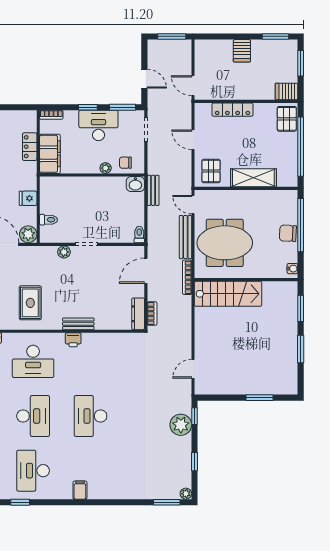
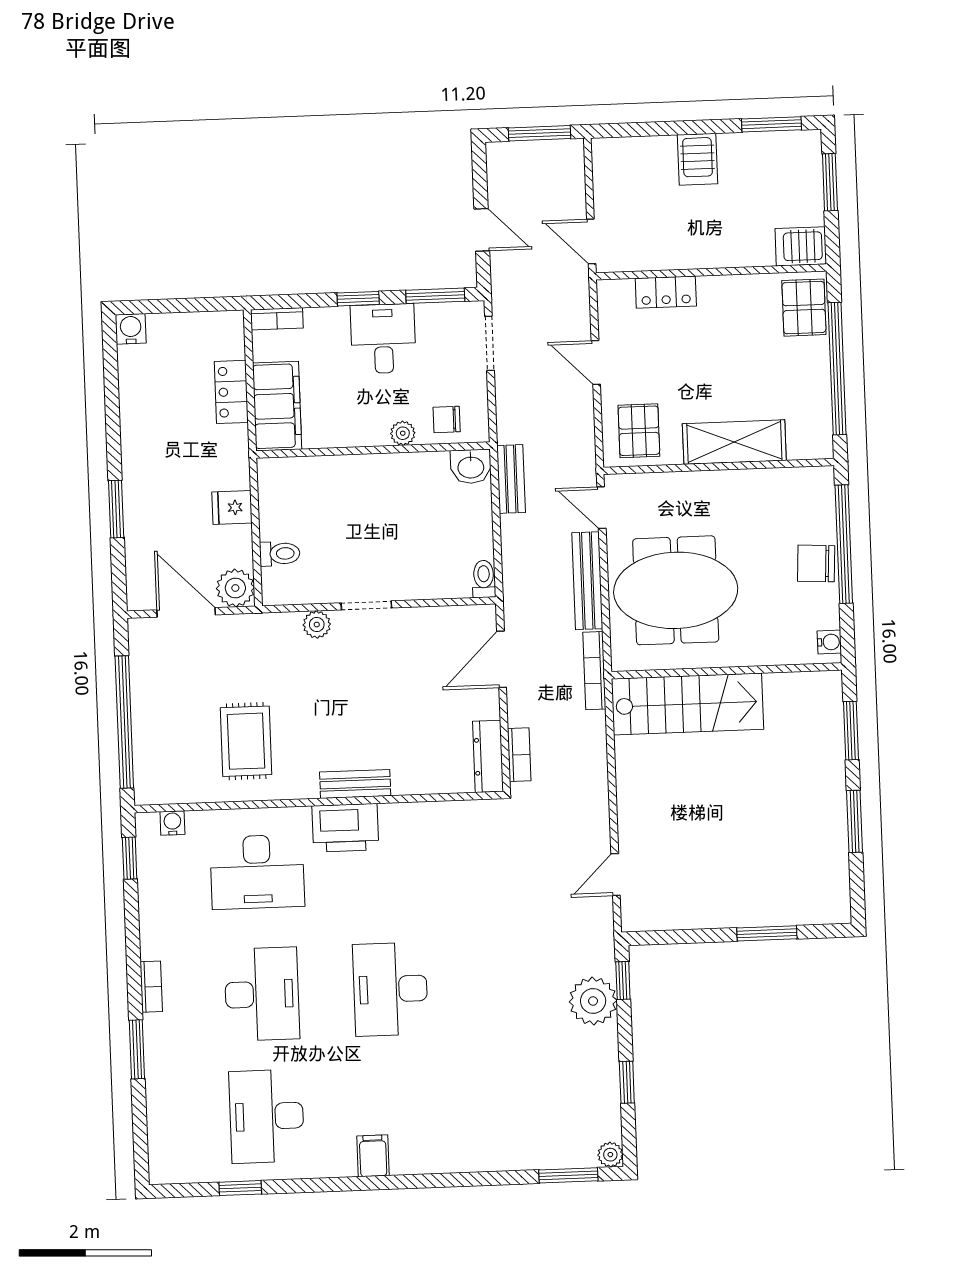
locker: (232, 110) -> (666, 292), width x0.66
desk: (98, 125) -> (383, 339), width x0.73
printer: (73, 340) -> (345, 828), width x1.87, depth x1.48

